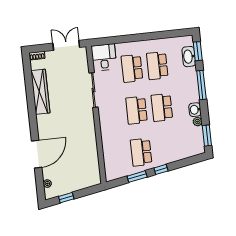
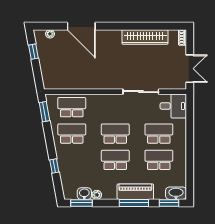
washbasin: (189, 57) -> (176, 193), moved
piano: (190, 85) -> (135, 192), added
washbasin: (195, 110) -> (84, 194), moved
school desk: (116, 155) -> (72, 107), added
window: (161, 169) -> (54, 166), moved
window: (137, 177) -> (44, 112), moved

